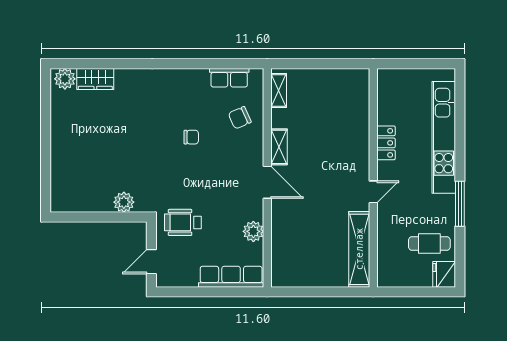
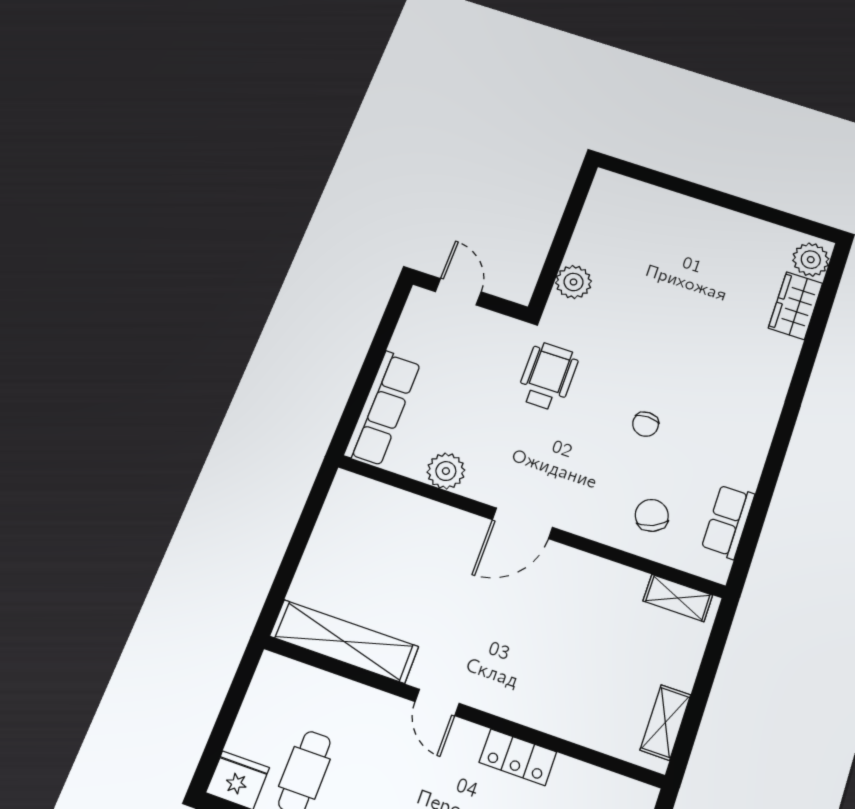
shelving: (279, 147) -> (665, 722), moved, turned 90
wheelchair: (183, 222) -> (548, 376), moved

